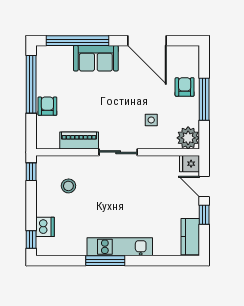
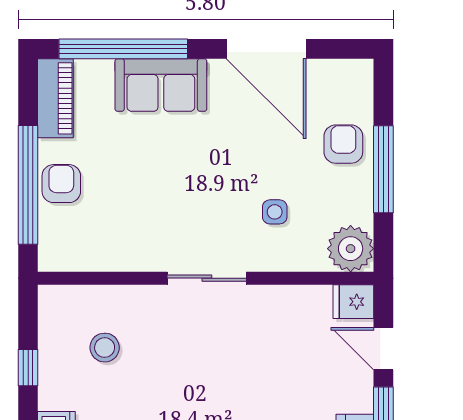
window: (31, 84) -> (28, 185), moved
piano: (79, 140) -> (55, 98), moved, turned 90
window: (31, 172) -> (28, 368), moved

